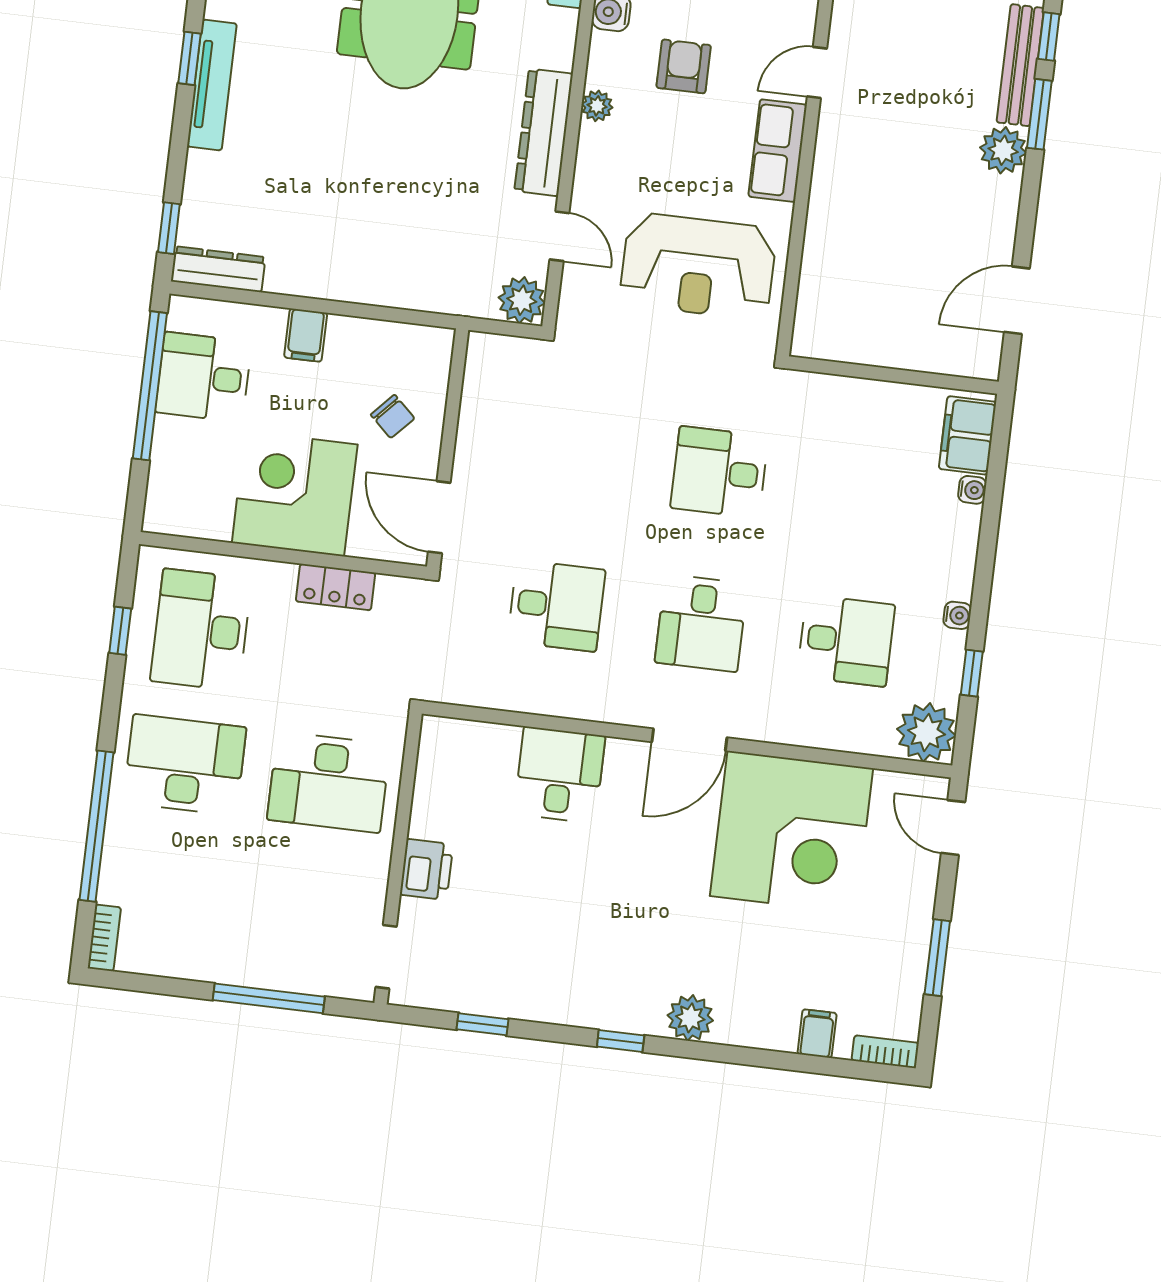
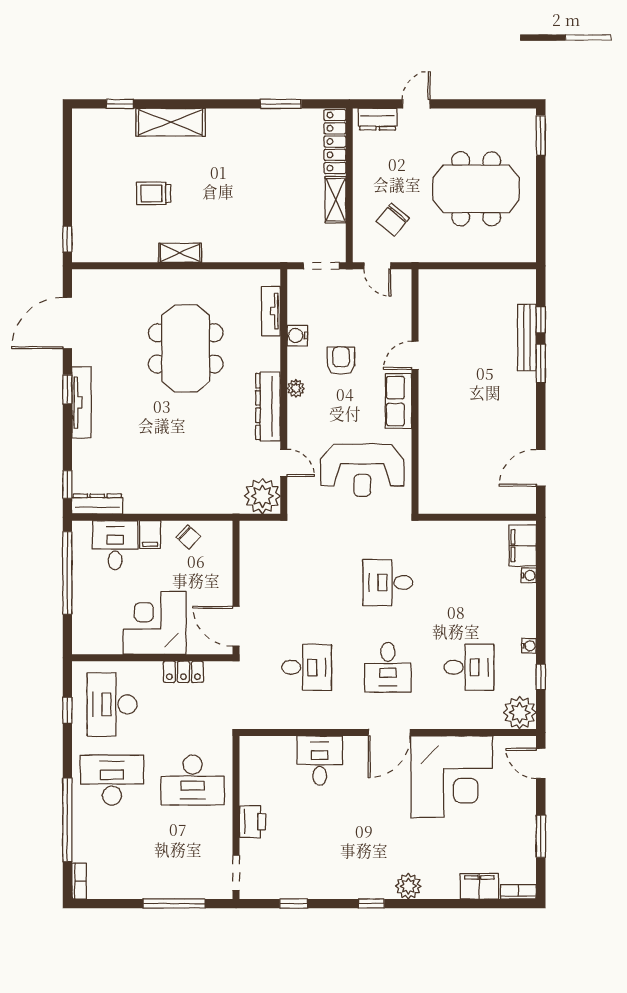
plant: (1003, 150) -> (523, 386), removed
plant: (522, 300) -> (262, 496), width x1.36, depth x1.36
desk: (203, 377) -> (115, 545), moved, turned 90
chair: (393, 417) -> (188, 537), moved
filing cabinet: (817, 1034) -> (479, 886), width x2.00

